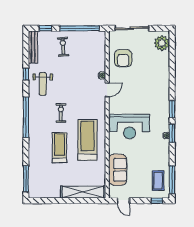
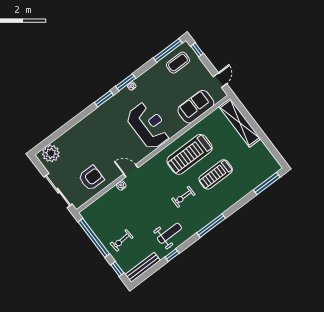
window: (26, 117) -> (211, 226), width x0.68

